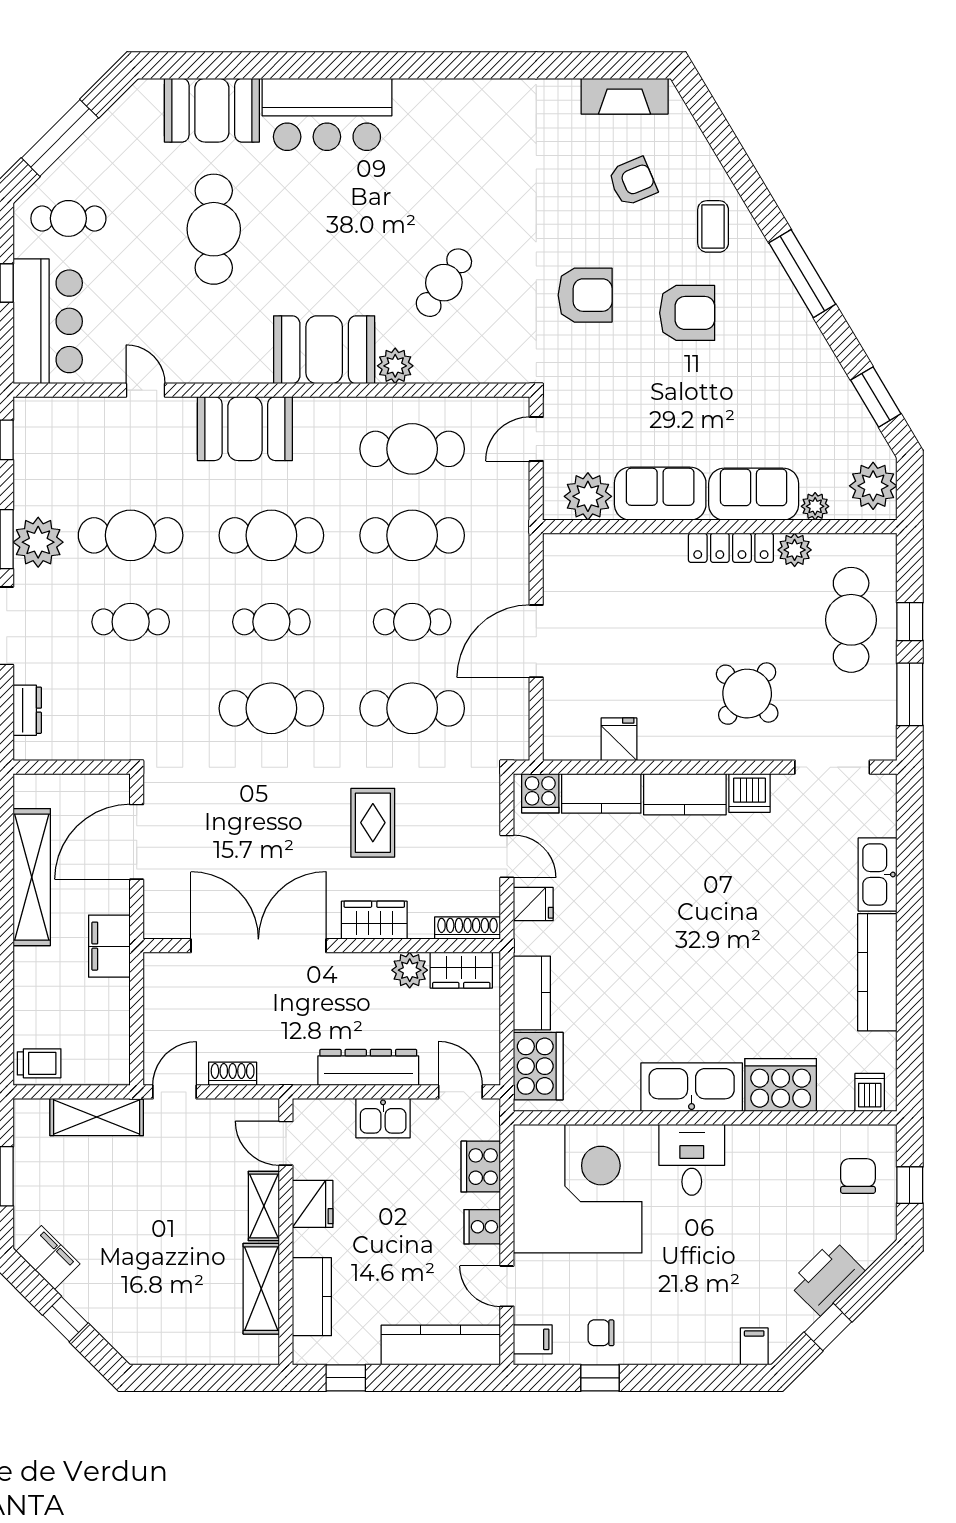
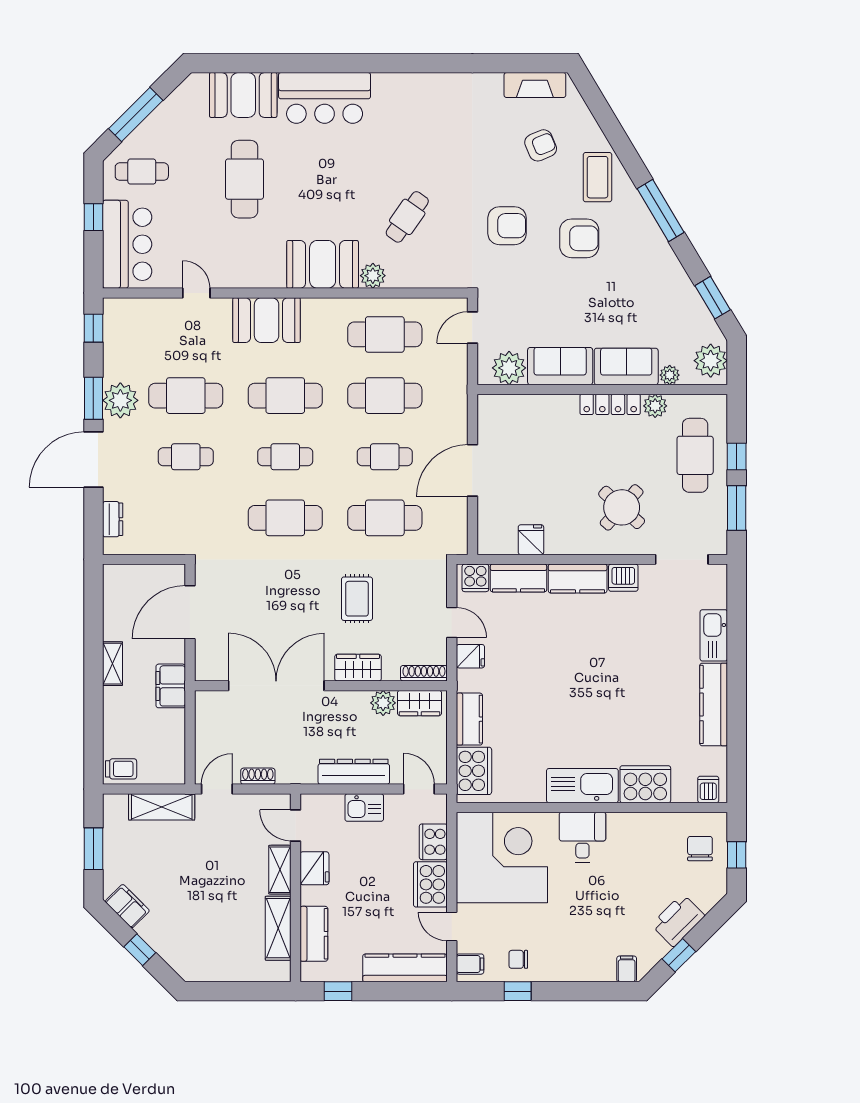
coffee table: (713, 226) -> (598, 177), width x1.36, depth x1.30
shelving: (32, 877) -> (113, 664), width x0.45, depth x0.75
cooker: (482, 1227) -> (430, 884), width x1.87, depth x1.31

